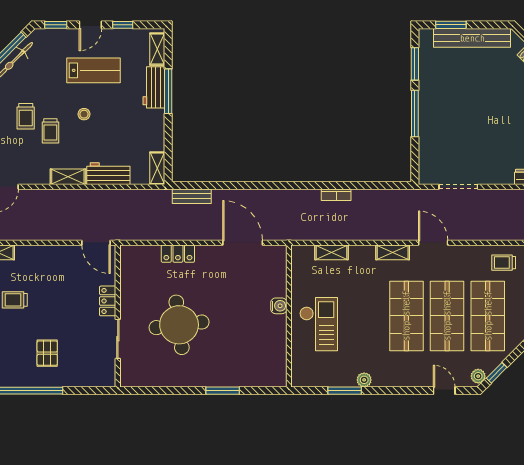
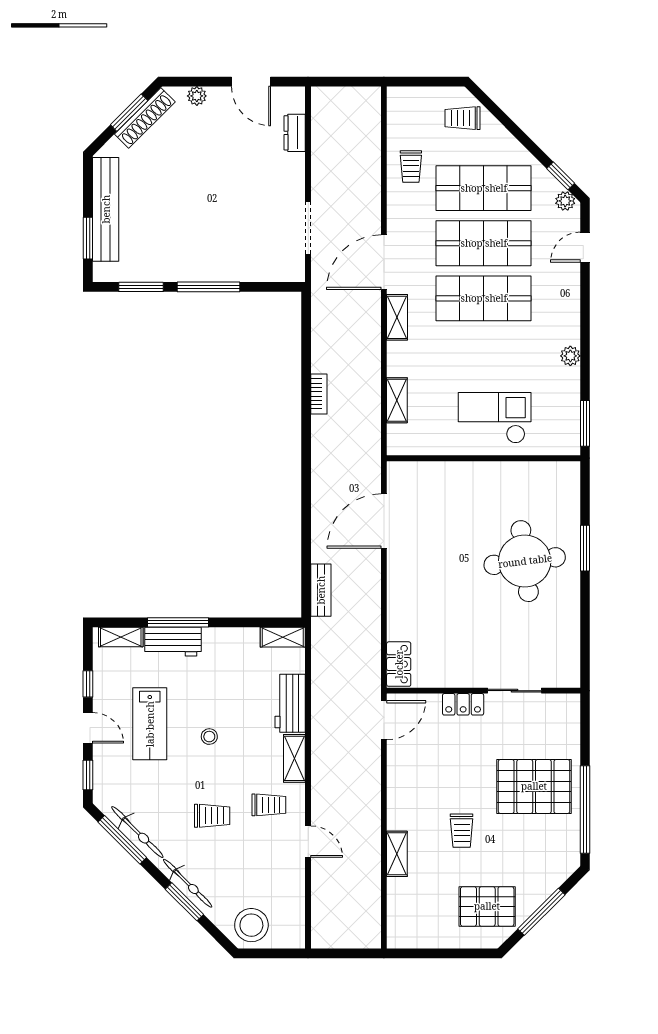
lab bench: (93, 70) -> (150, 724), turned 180
trolley: (50, 131) -> (269, 805), moved
door: (433, 243) -> (384, 262), width x1.36
locker: (178, 254) -> (399, 664), moved
water cooler: (279, 306) -> (470, 472), removed
round table: (179, 325) -> (525, 561), moved
pallet: (47, 353) -> (534, 786), width x2.05, depth x2.00
window: (345, 391) -> (585, 423), moved

